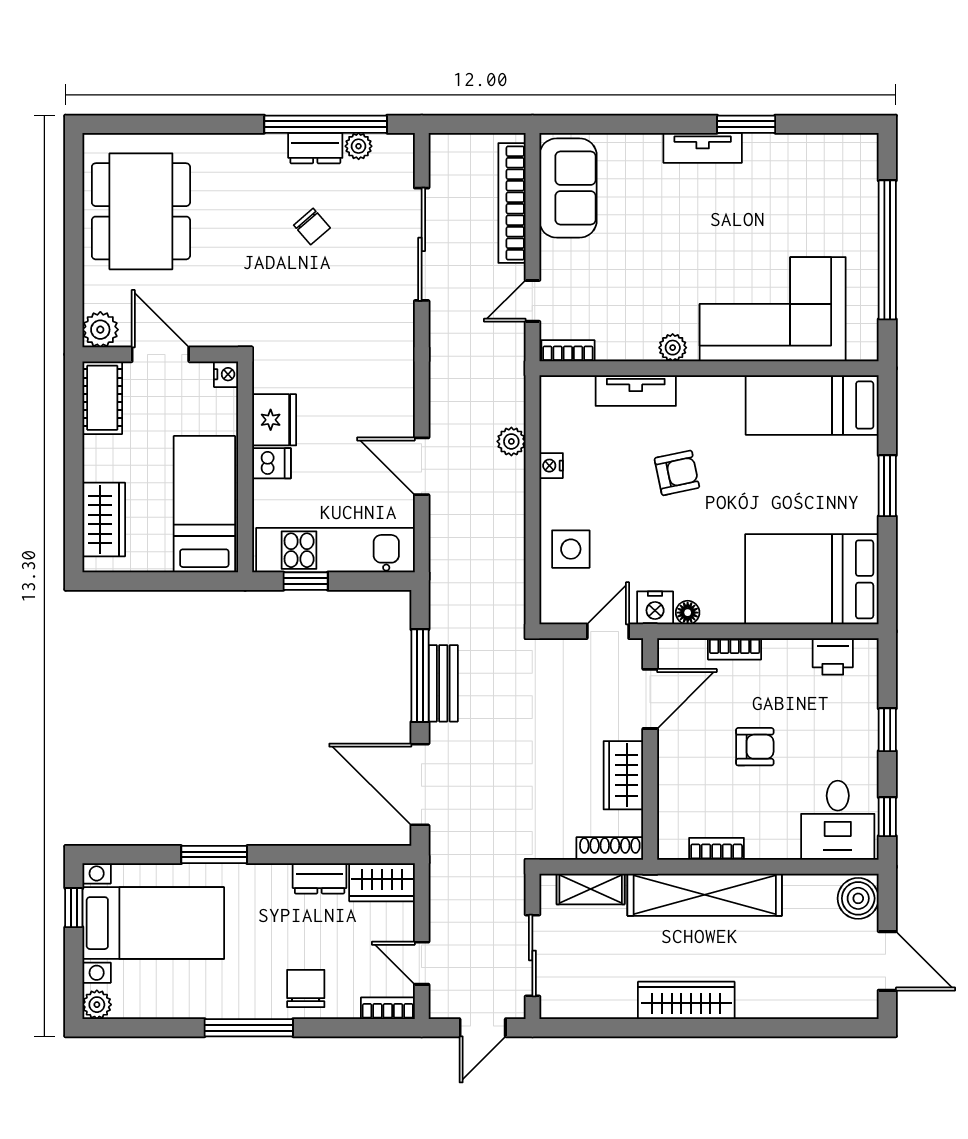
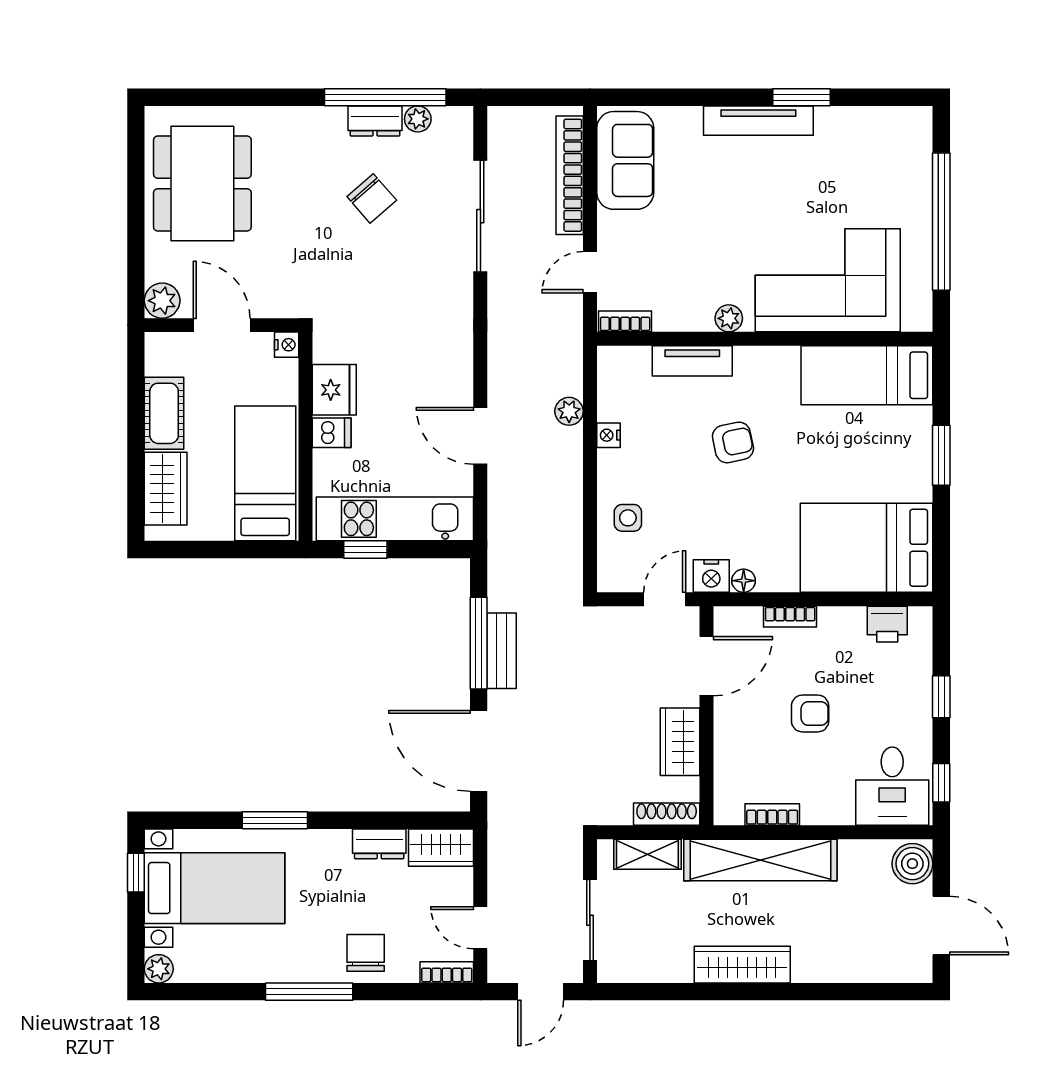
tv unit: (703, 148) -> (758, 121), width x1.41
chair: (312, 226) -> (372, 198), width x1.37, depth x1.37
cot: (102, 398) -> (164, 413), moved
side table: (571, 549) -> (628, 518), width x0.73, depth x0.73

